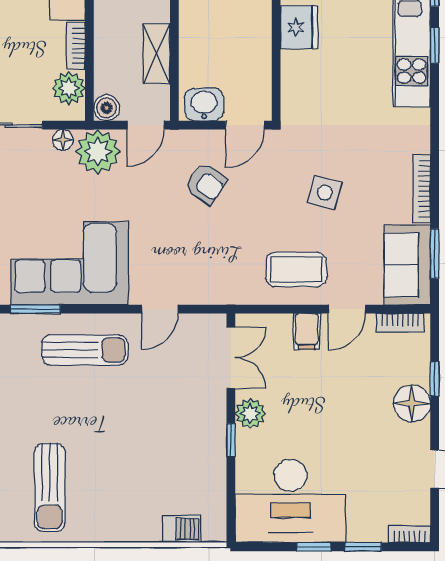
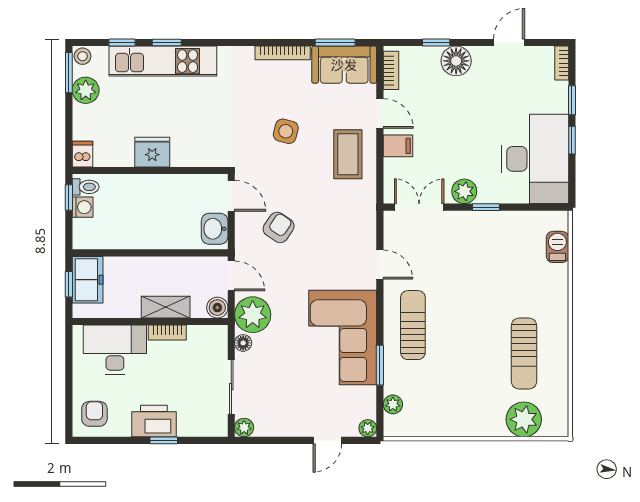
shelving: (157, 54) -> (166, 307), moved
plant: (69, 88) -> (201, 338), removed
sun lounger: (50, 487) -> (524, 354), turned 90

